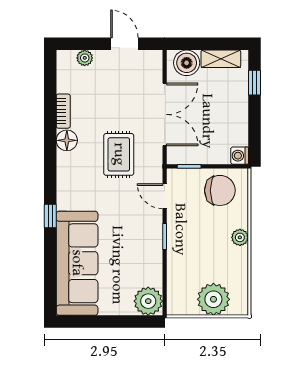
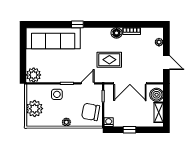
door: (124, 44) -> (166, 63), hinge flipped
window: (254, 83) -> (129, 130), moved
chair: (220, 190) -> (91, 112), turned 100
side table: (186, 256) -> (57, 94), added

